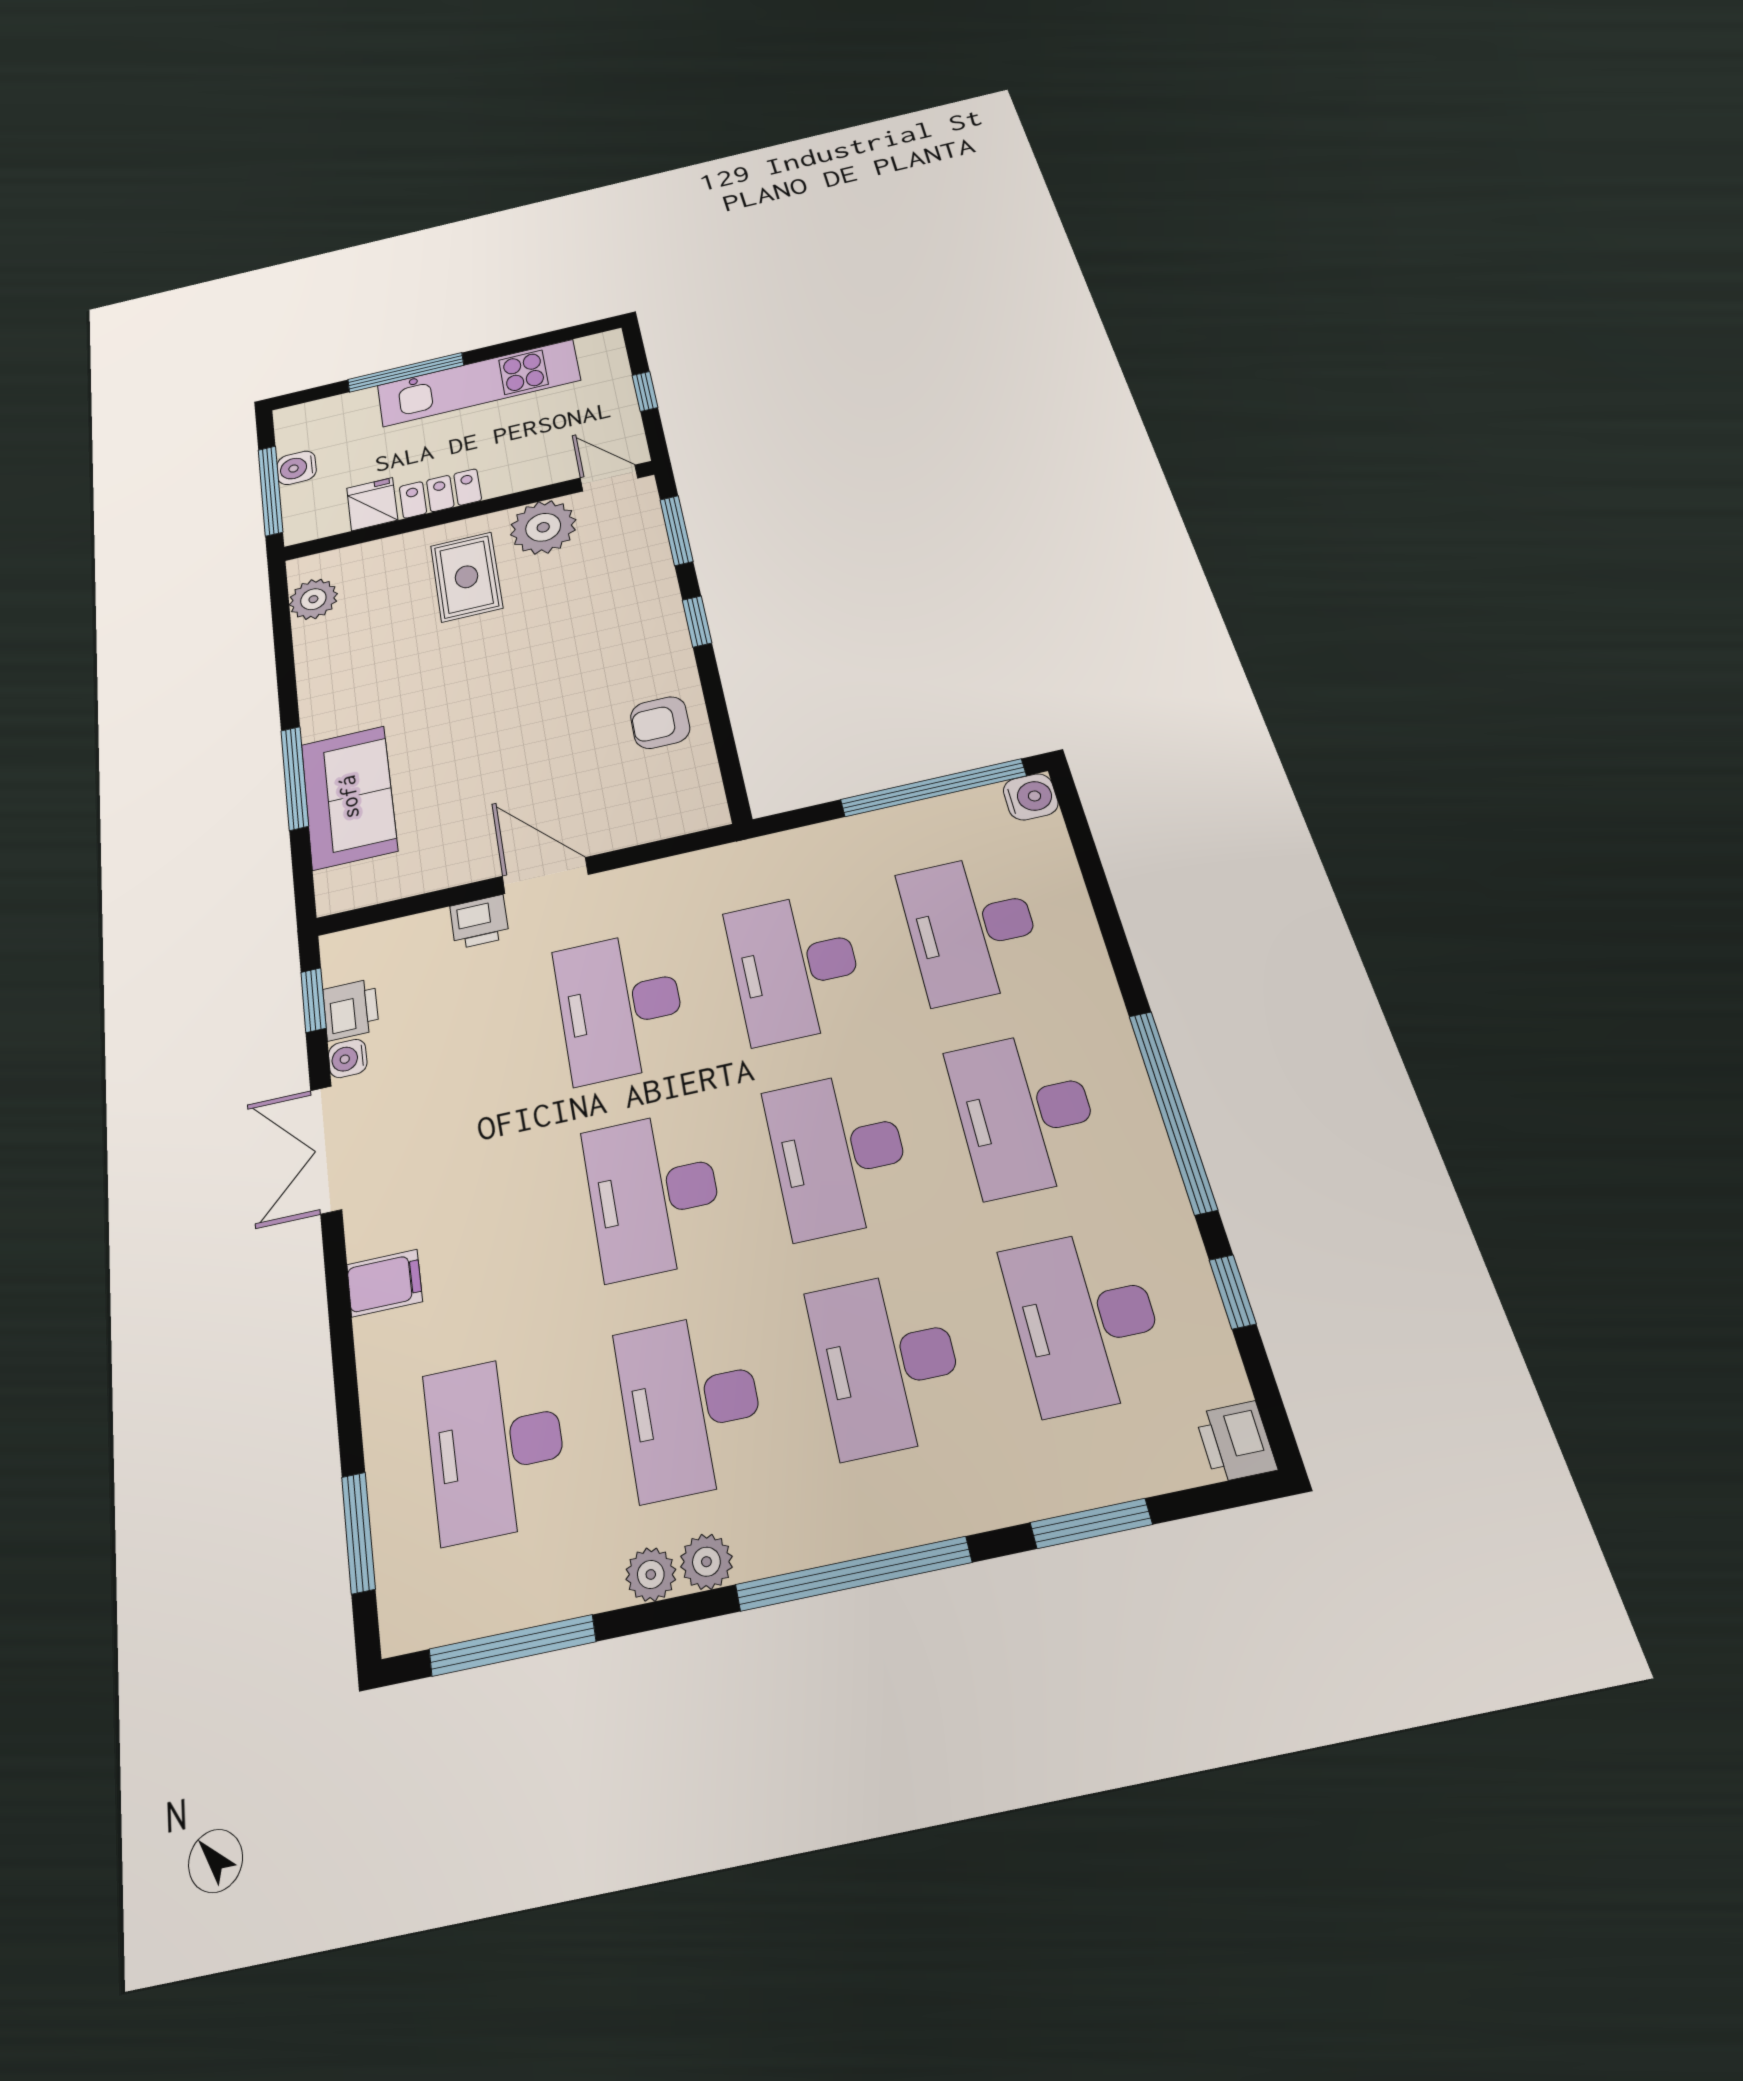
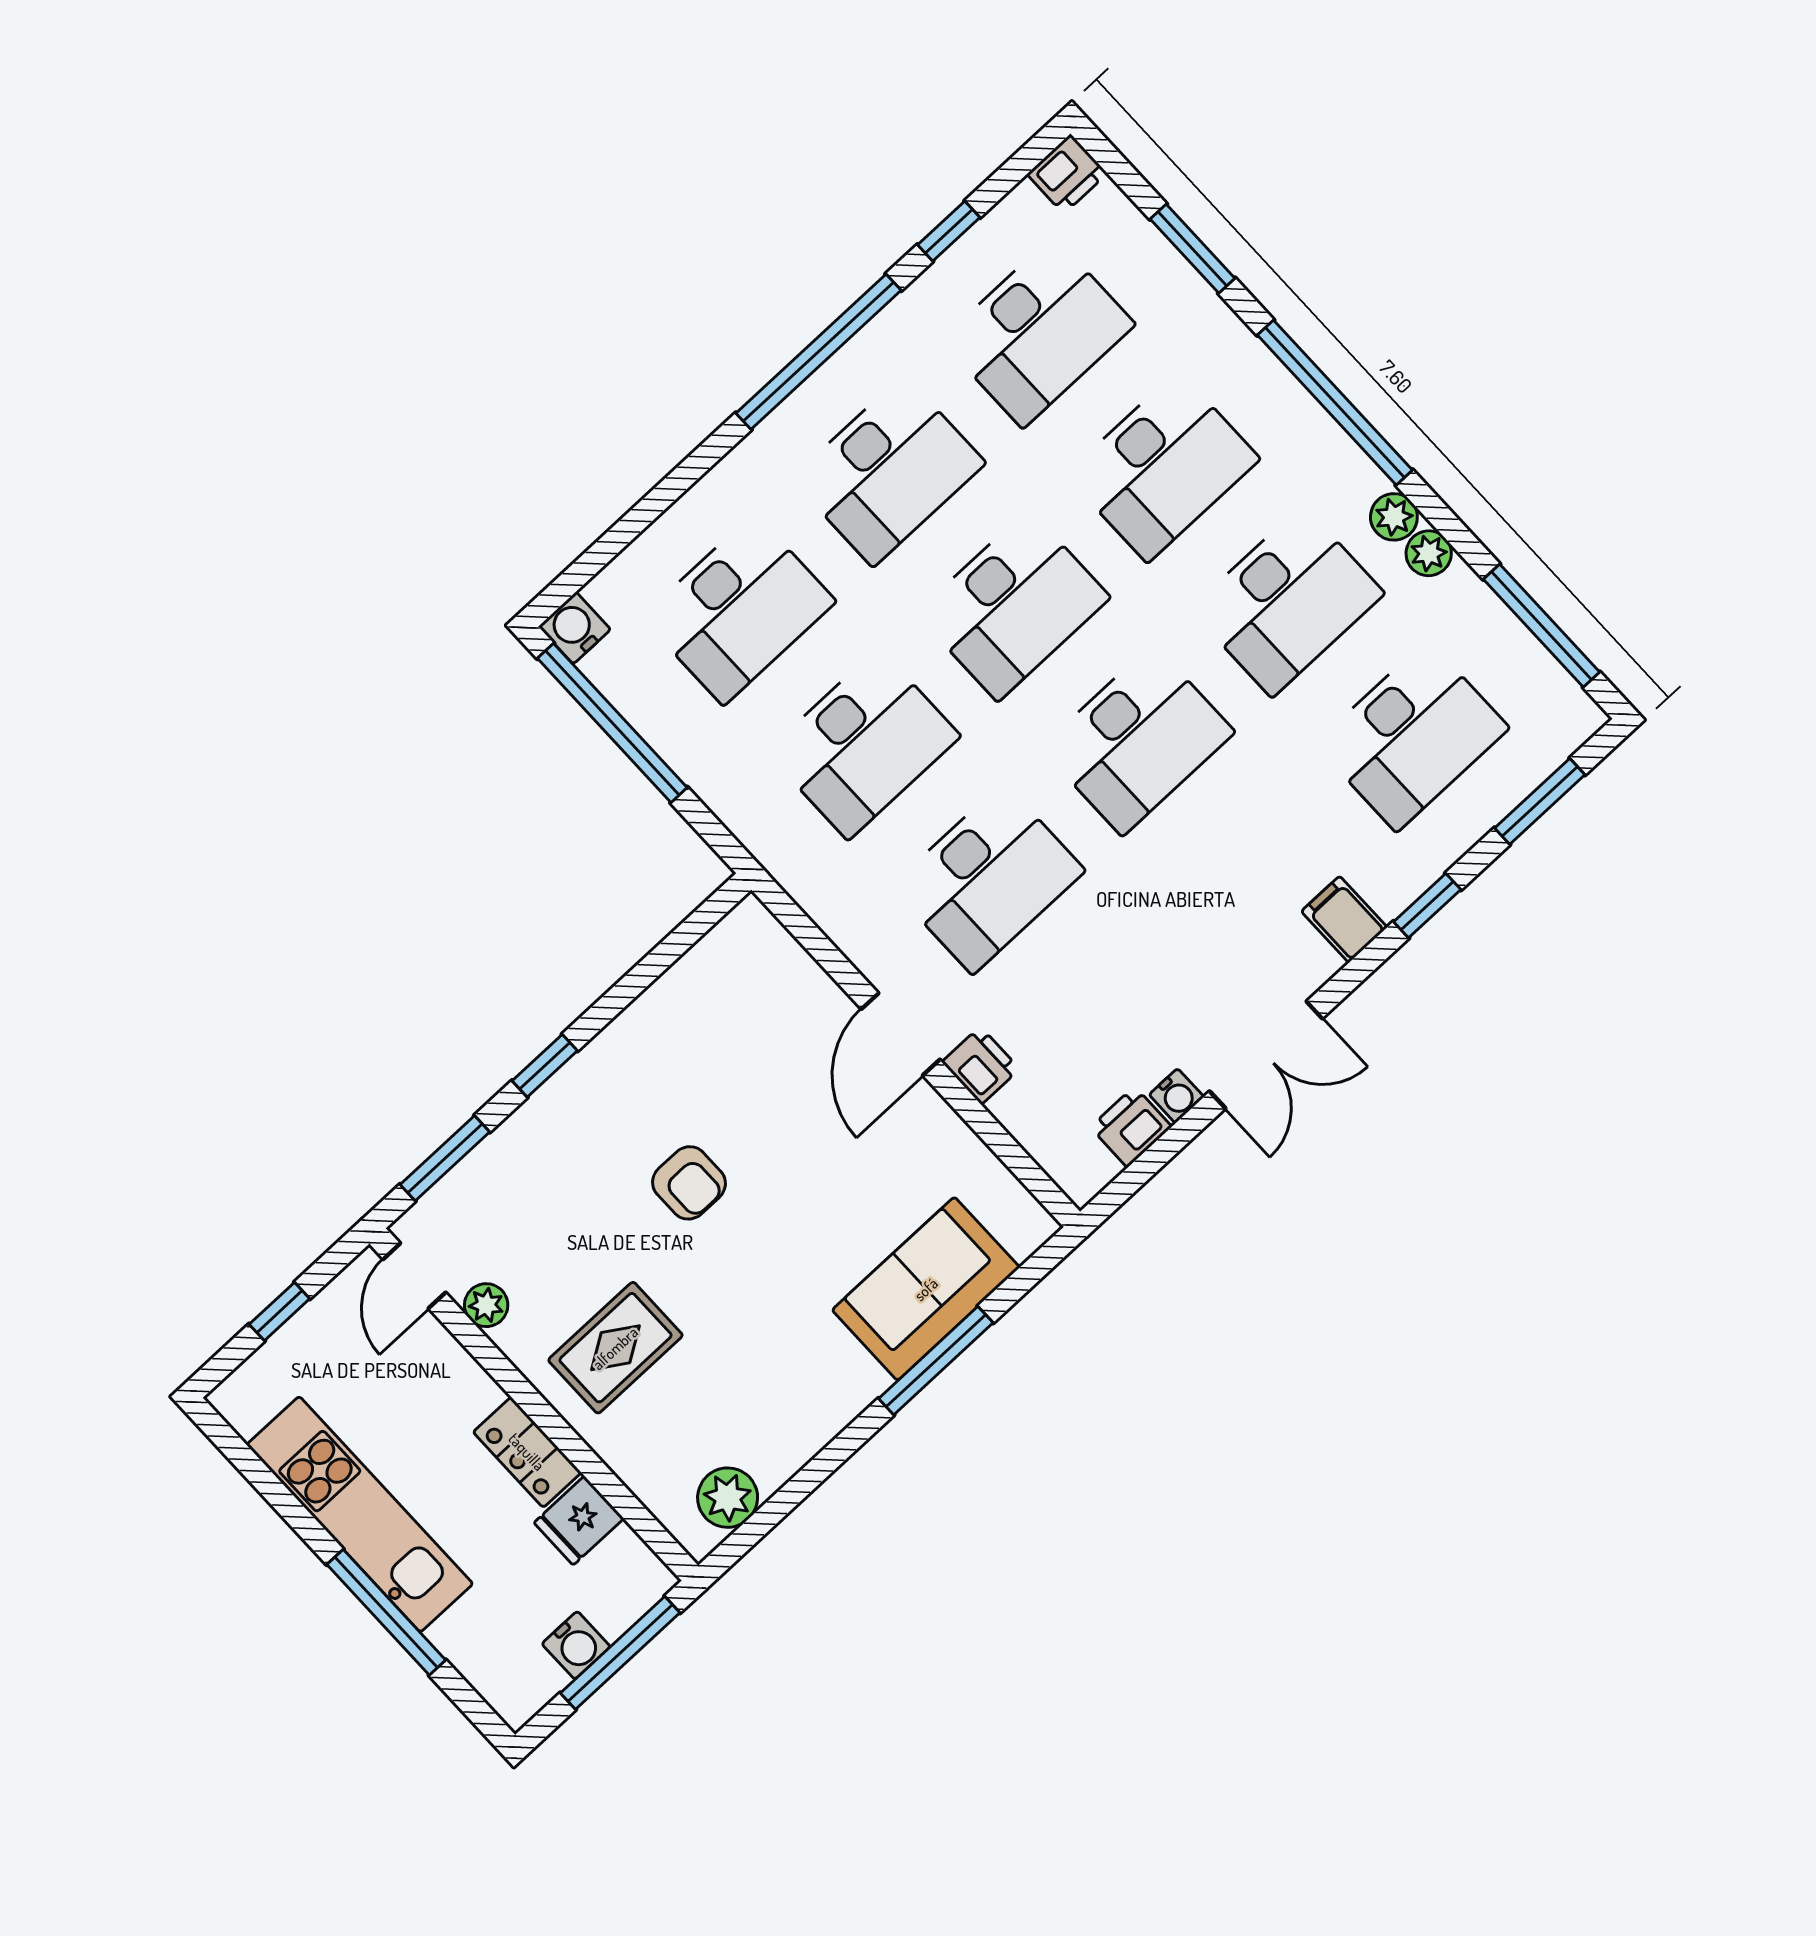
plant: (543, 527) -> (486, 1305), width x0.53, depth x0.53
armchair: (660, 723) -> (689, 1183), moved
window: (313, 1000) -> (1427, 906), moved

